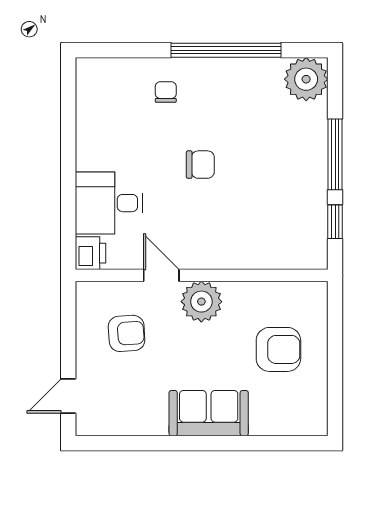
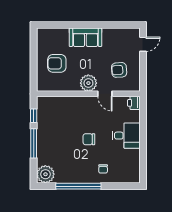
desk: (109, 203) -> (126, 136), moved

